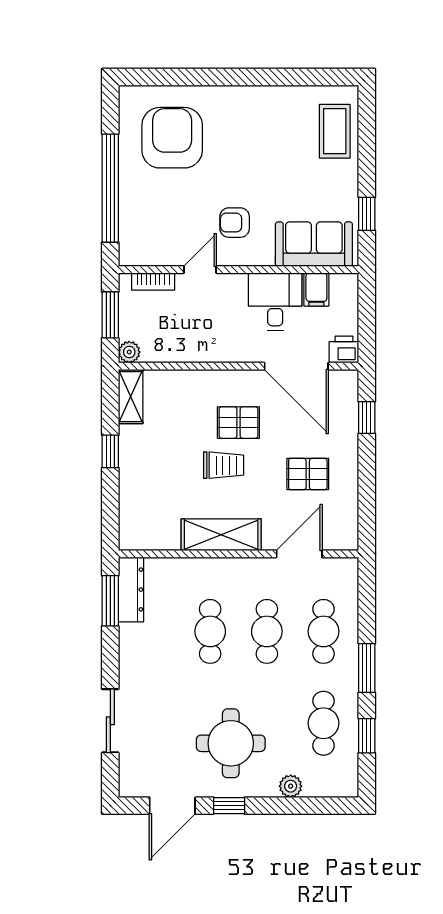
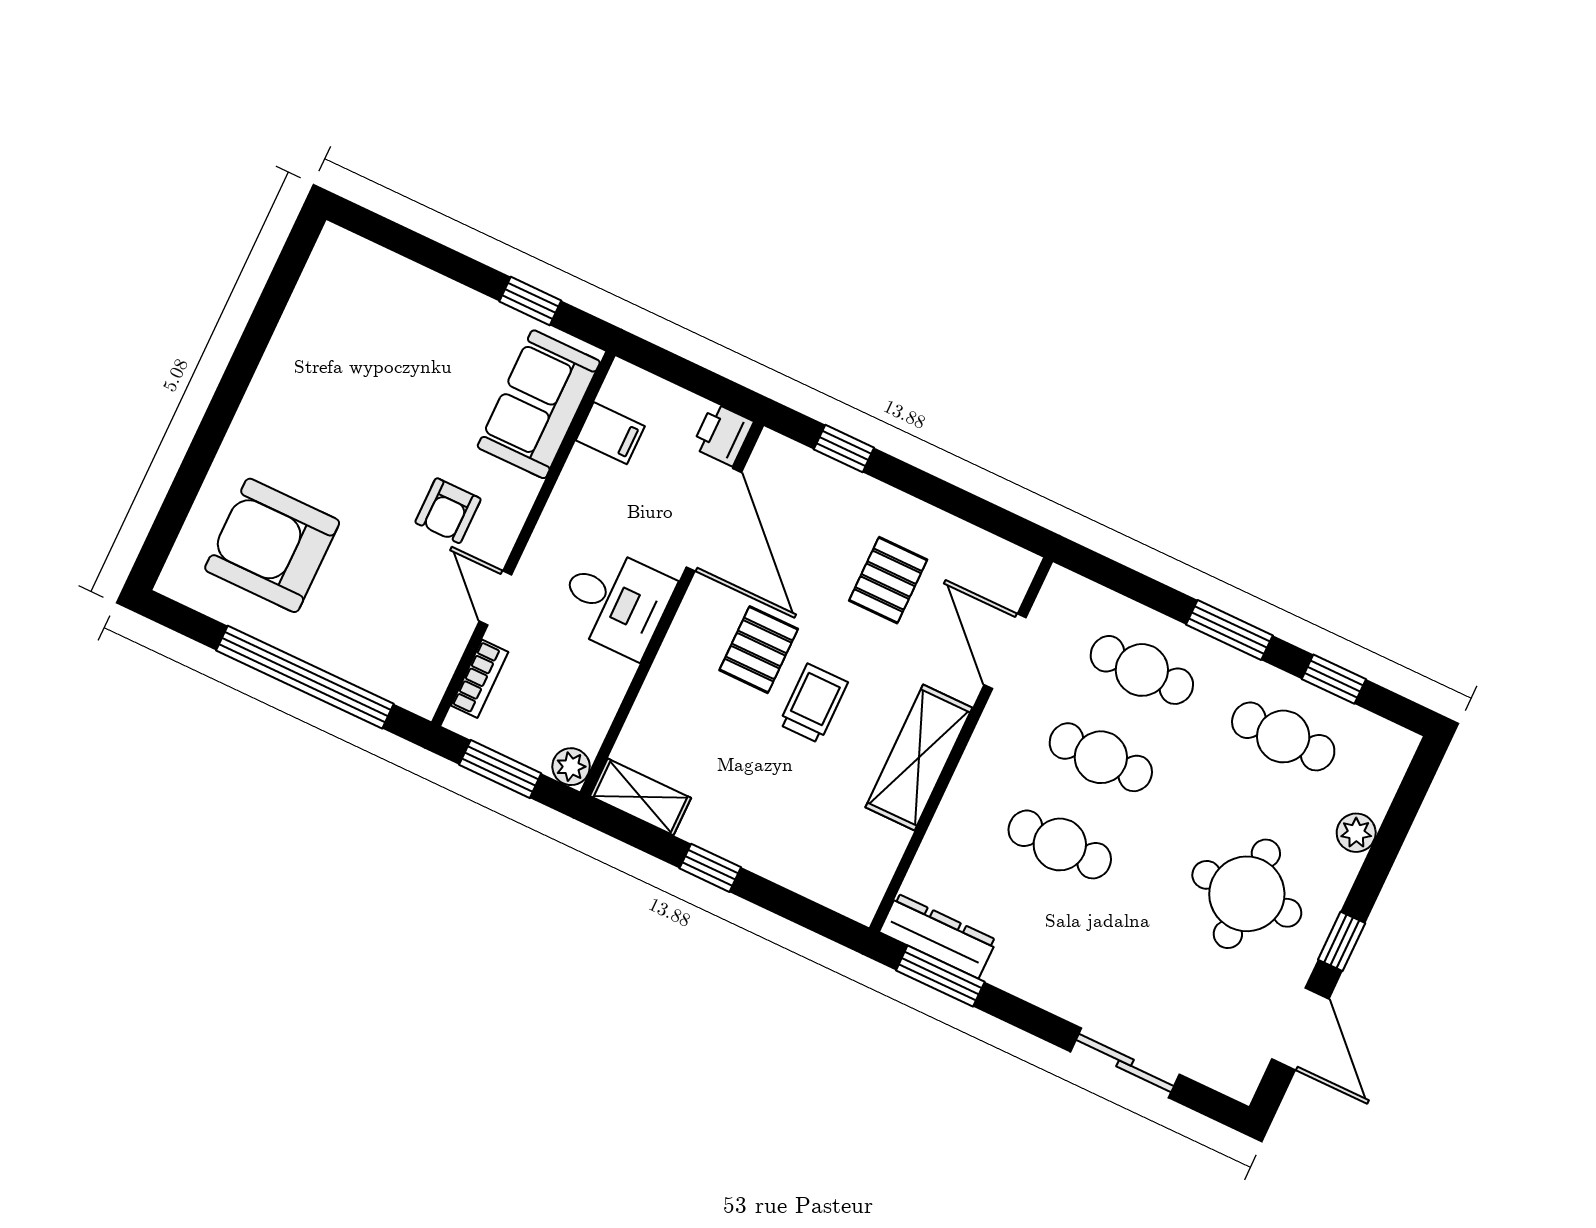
coffee table: (335, 131) -> (380, 290), removed
desk: (275, 302) -> (615, 601), moved, turned 180
door: (296, 366) -> (714, 520), hinge flipped

